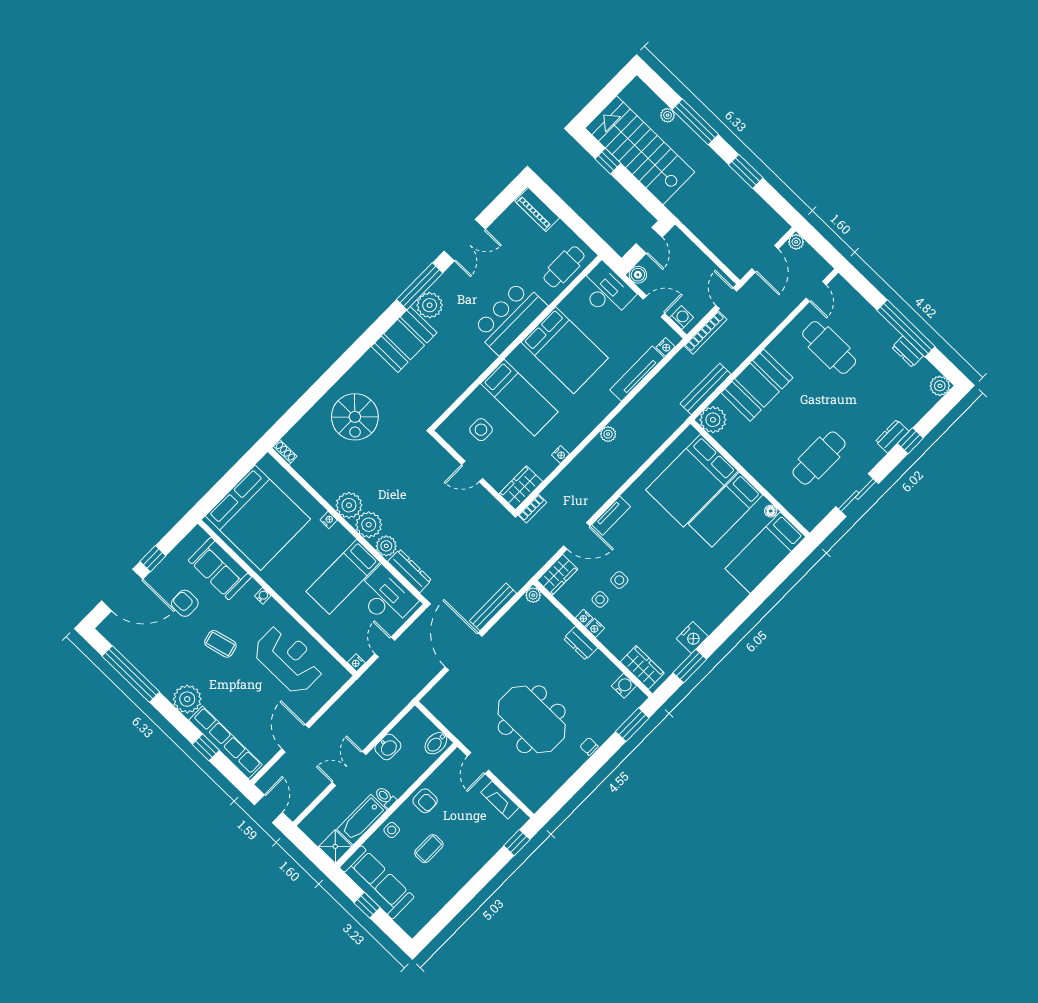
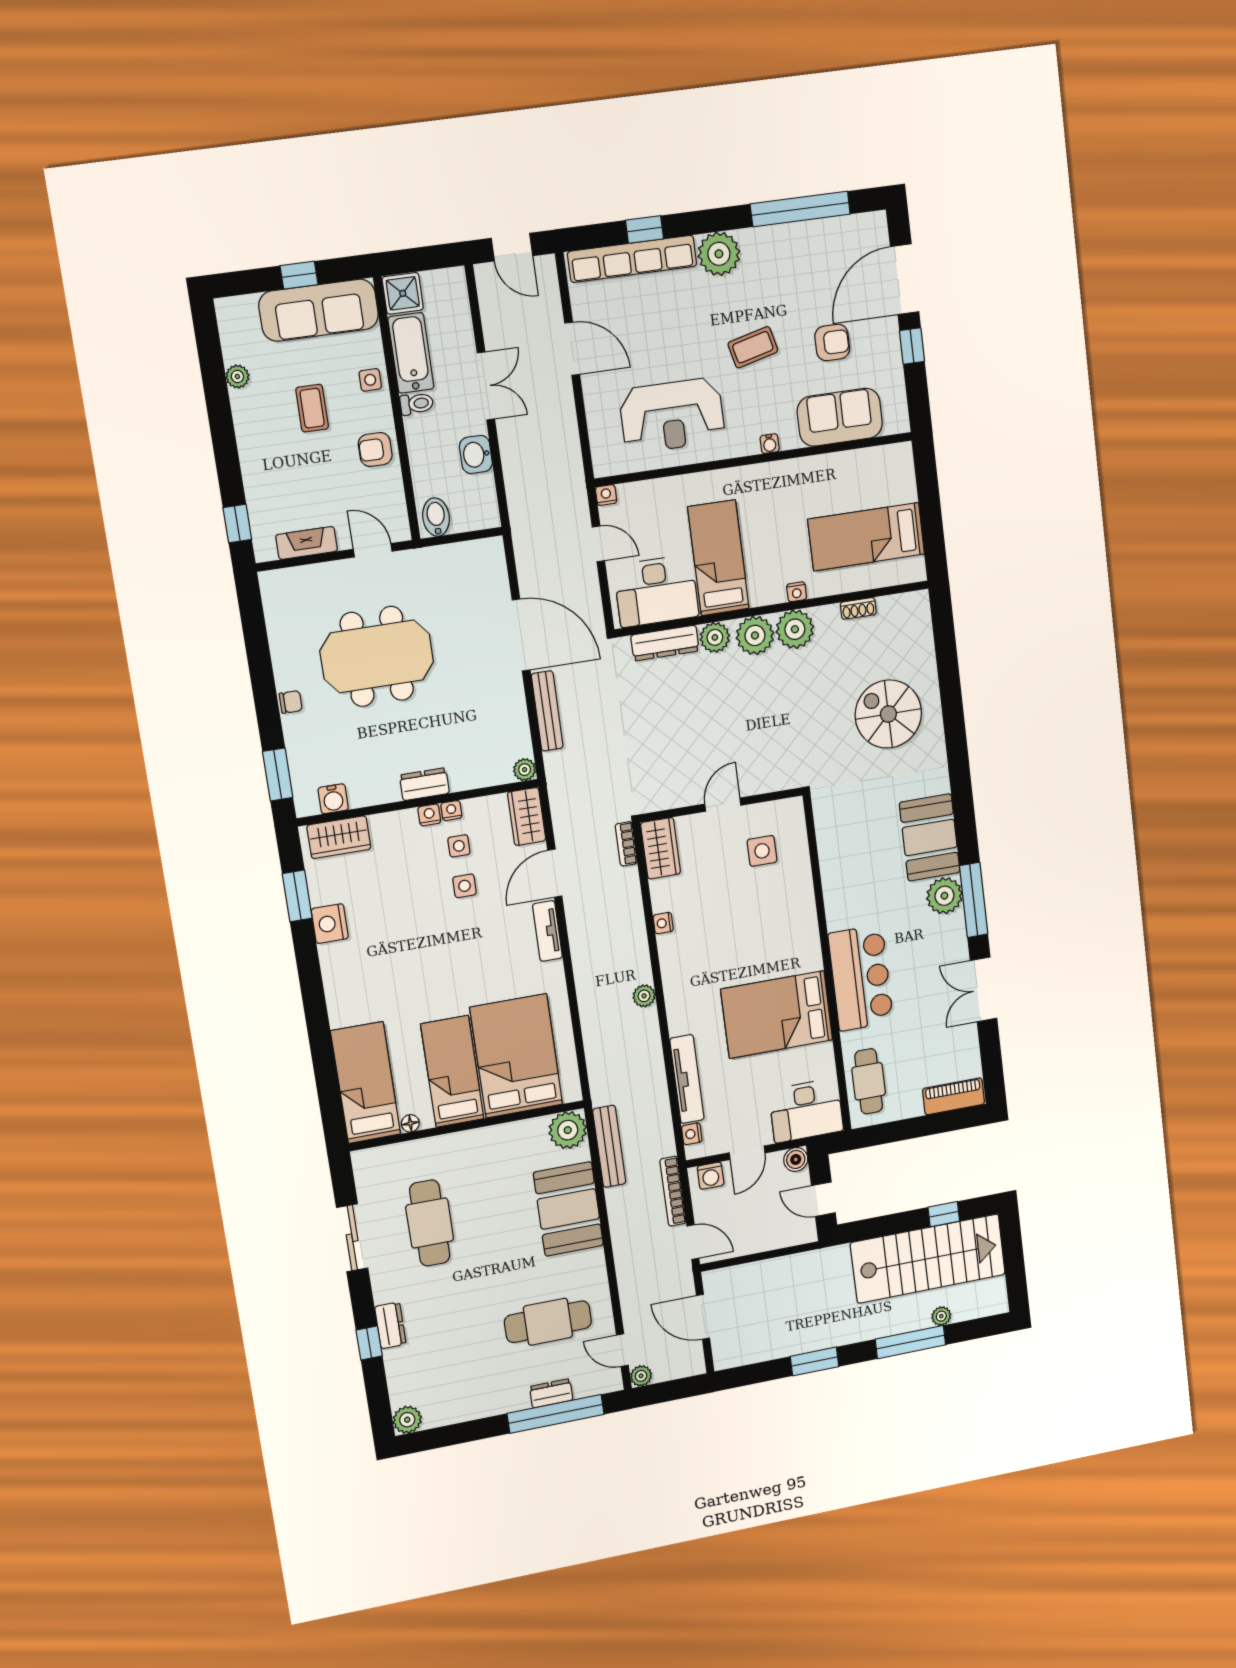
plant: (796, 242) -> (641, 1376), moved
window: (906, 328) -> (556, 1414), moved
dresser: (907, 352) -> (551, 1393), moved
bed: (519, 398) -> (764, 922), removed
shoe rack: (284, 452) -> (858, 608), moved
bed: (258, 518) -> (866, 537), width x0.49
plant: (442, 898) -> (237, 376), added

